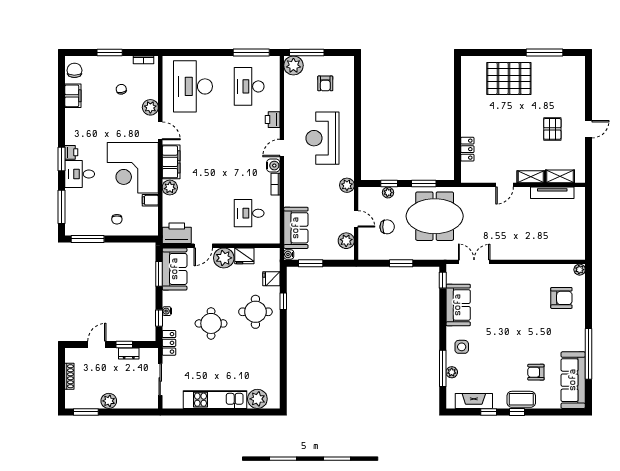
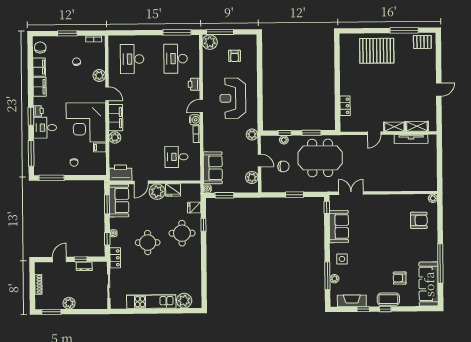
desk: (193, 86) -> (132, 59), width x0.73, depth x0.77
filing cabinet: (73, 121) -> (40, 87), added
pallet: (552, 129) -> (422, 42), moved, turned 90

